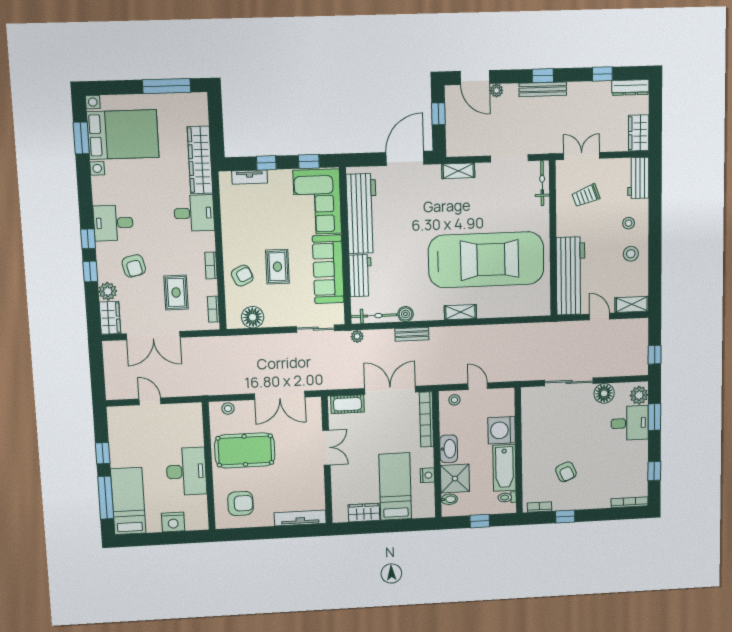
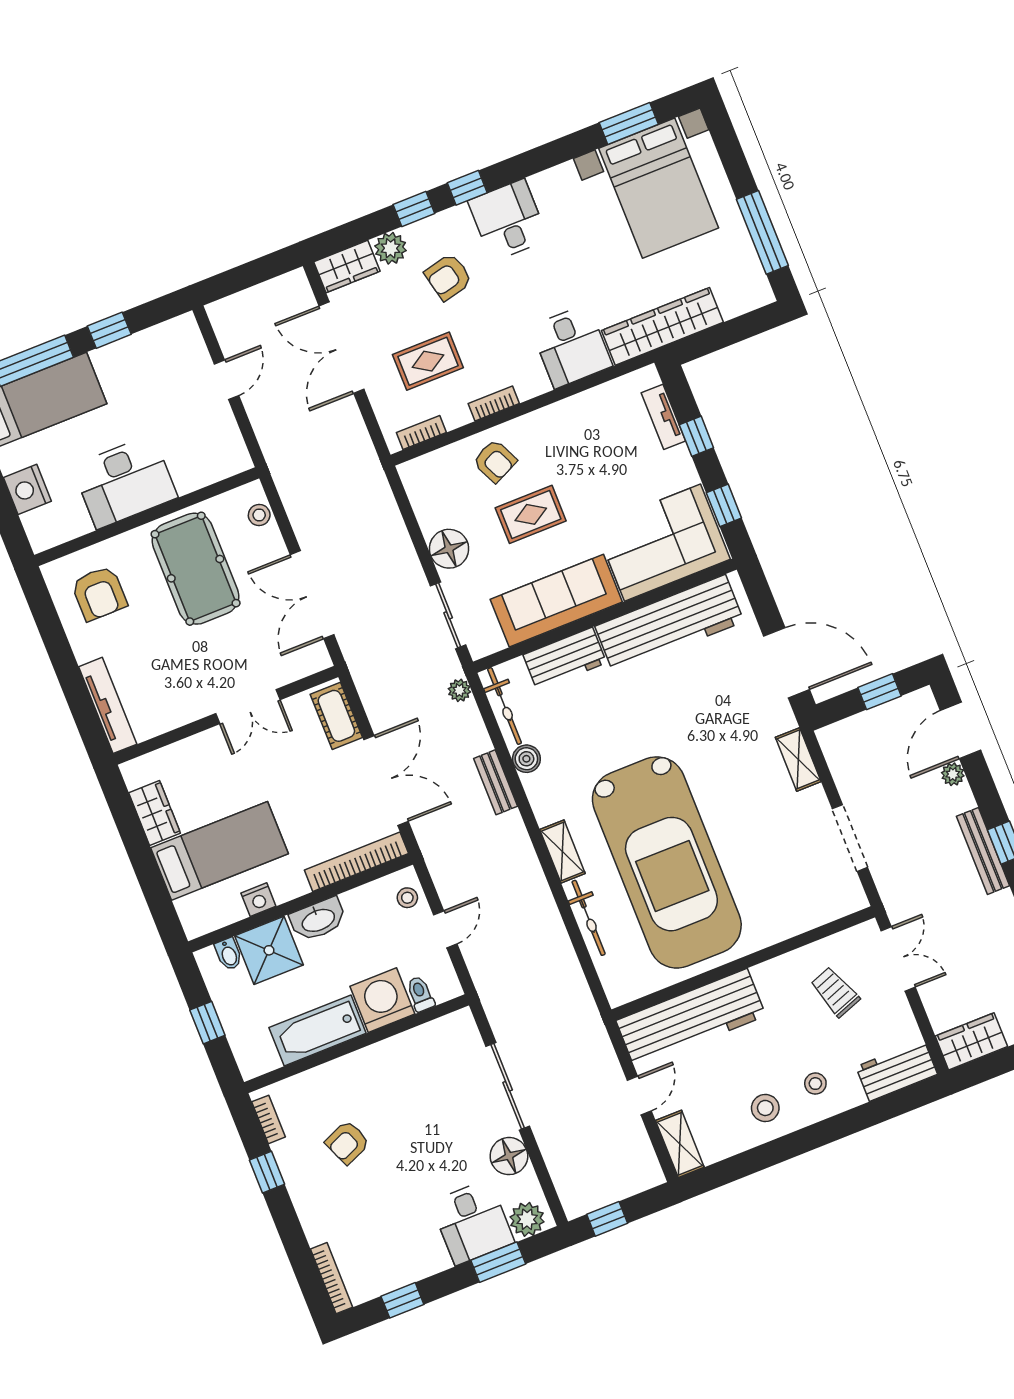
bicycle: (542, 183) -> (589, 918), moved, turned 90
floor lamp: (253, 317) -> (449, 549), moved
toilet: (507, 497) -> (420, 994), moved

